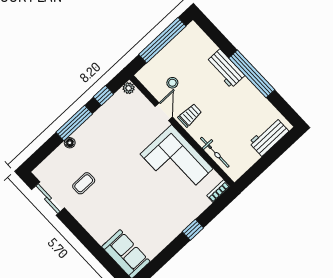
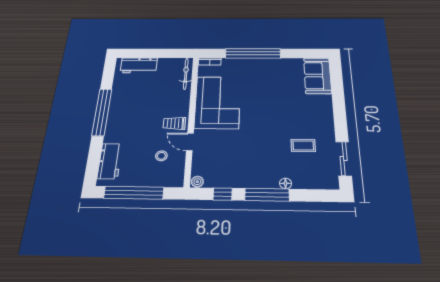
workbench: (225, 69) -> (110, 161), moved
door: (164, 112) -> (190, 142), hinge flipped
bicycle: (215, 152) -> (186, 74), moved
window: (193, 230) -> (253, 53), width x3.17

